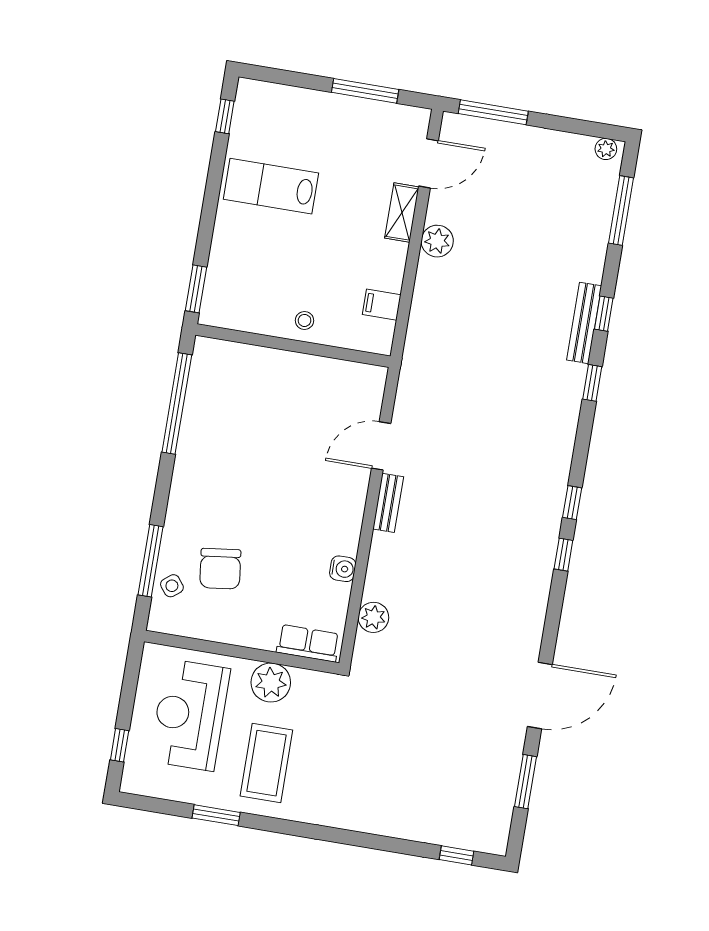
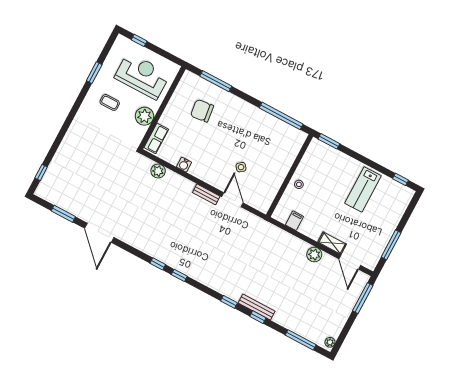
lab bench: (271, 186) -> (363, 189), turned 180
side table: (172, 586) -> (241, 167), moved
coffee table: (266, 763) -> (110, 102), width x0.54, depth x0.58

